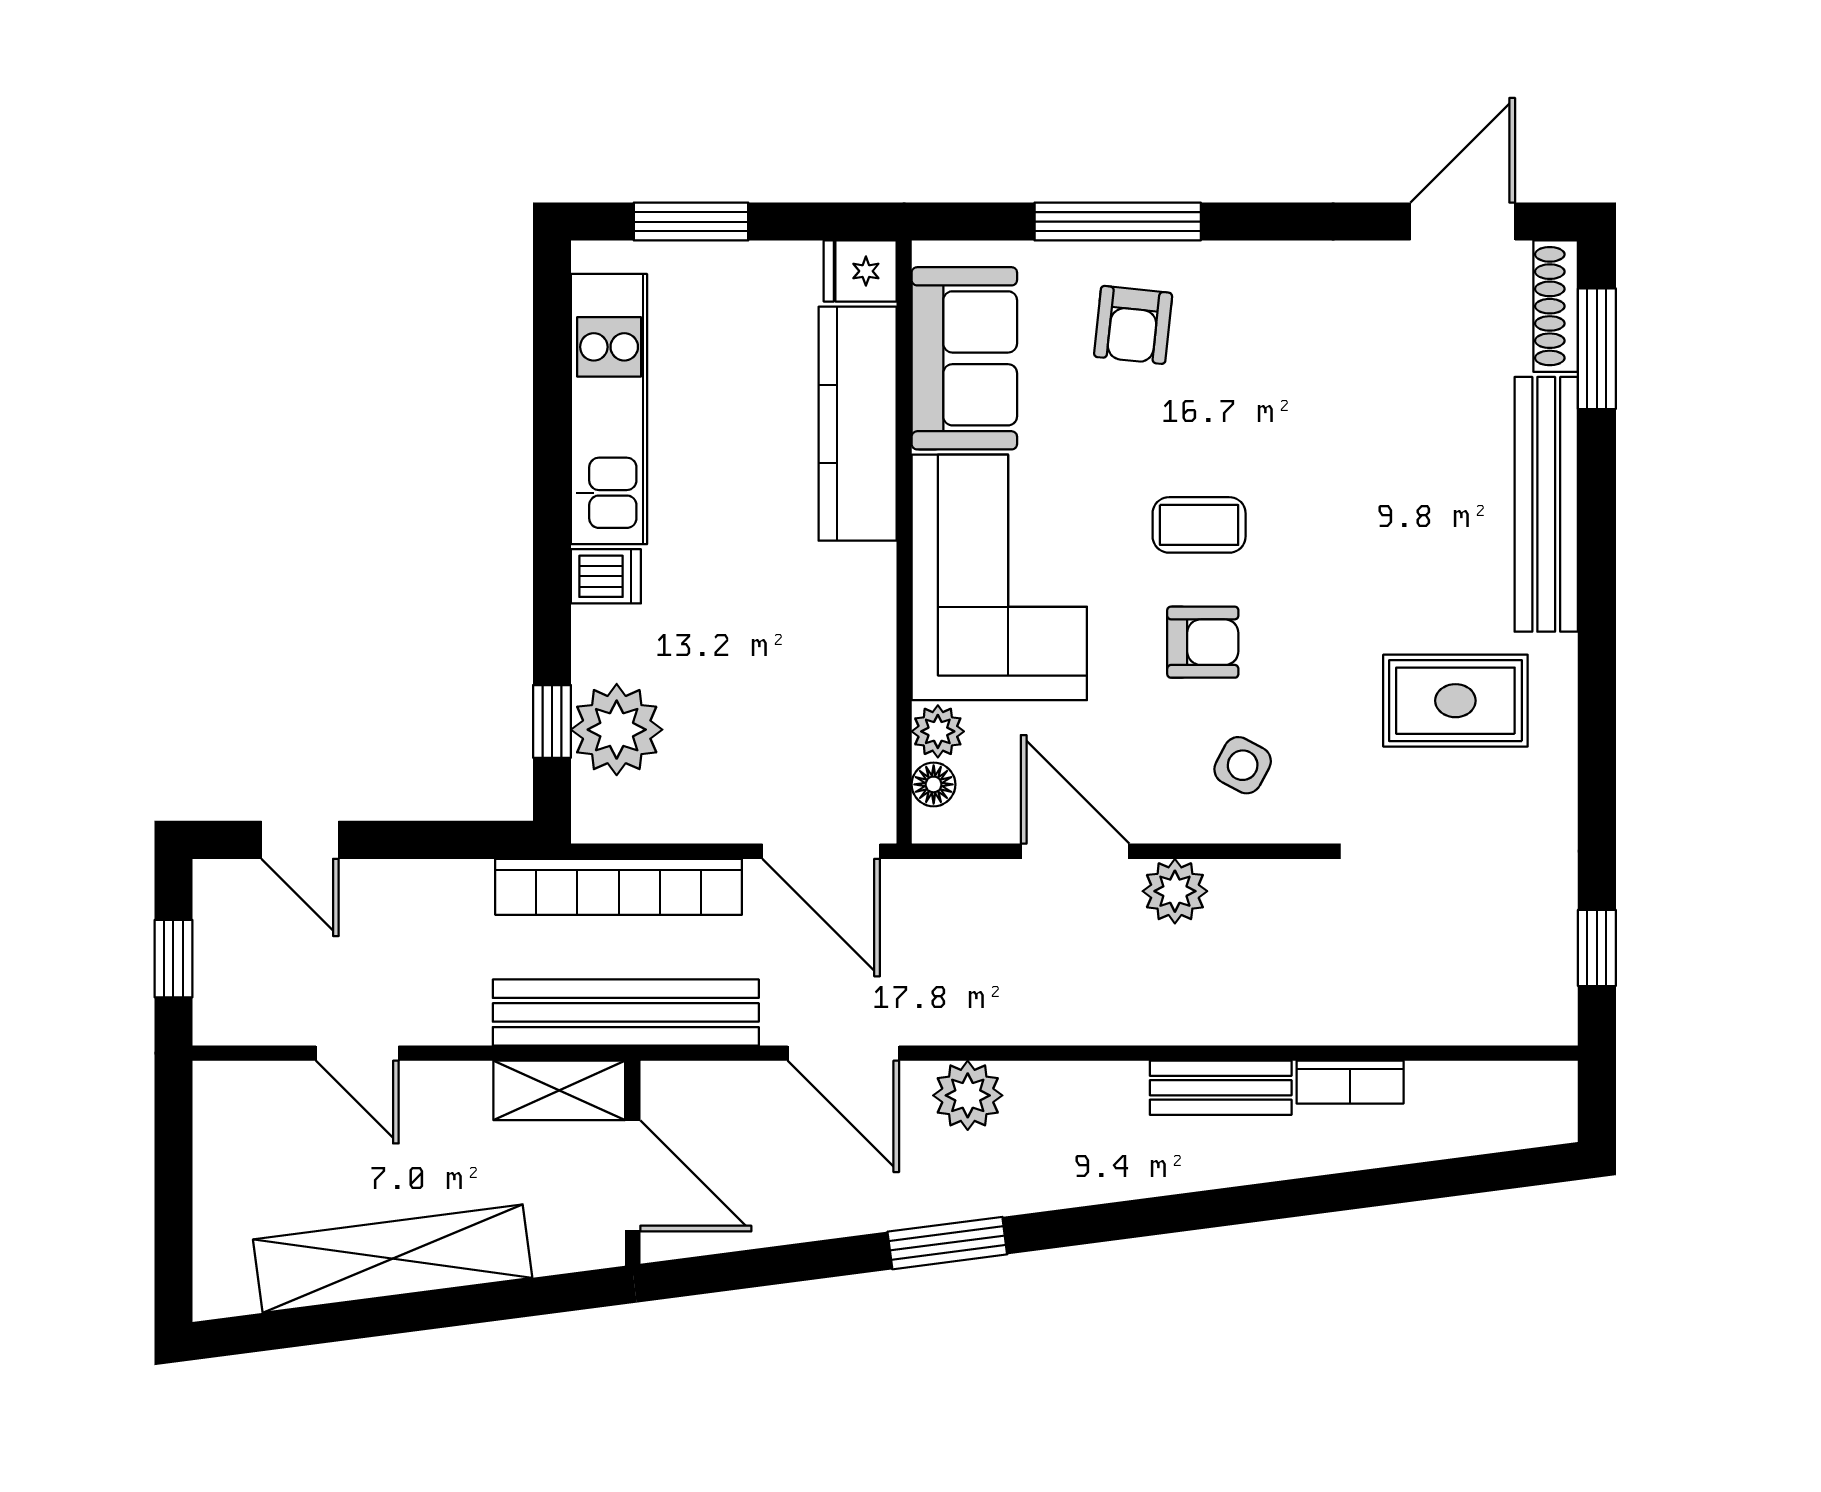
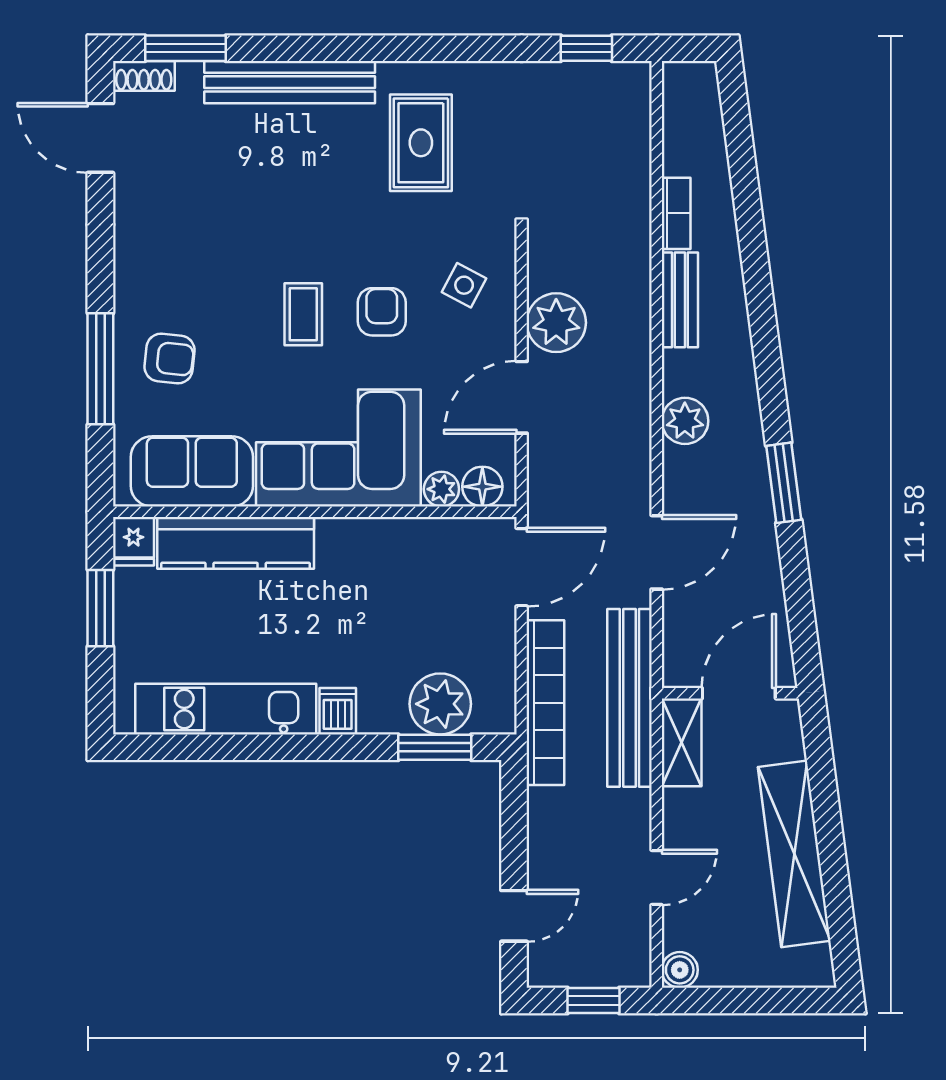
window: (691, 222) -> (100, 608), moved
shoe rack: (1556, 306) -> (144, 76), width x0.70
window: (552, 721) -> (435, 747), width x1.50
floor lamp: (934, 784) -> (482, 487), width x1.37, depth x1.37
plant: (1175, 891) -> (556, 323), width x1.36, depth x1.36
boiler: (219, 1088) -> (680, 970), added
plant: (968, 1095) -> (685, 421), moved

